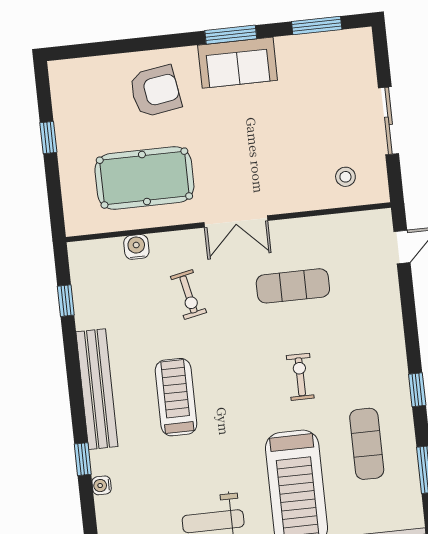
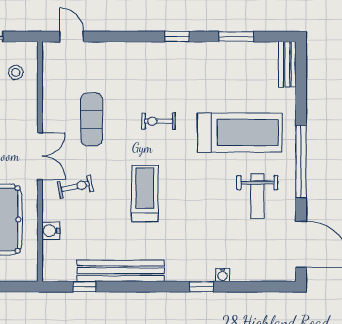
exercise bike: (188, 295) -> (75, 187), moved
bench: (97, 389) -> (121, 271), moved
treadmill: (176, 397) -> (145, 194), moved, turned 90
exercise mat: (367, 444) -> (213, 78), removed

